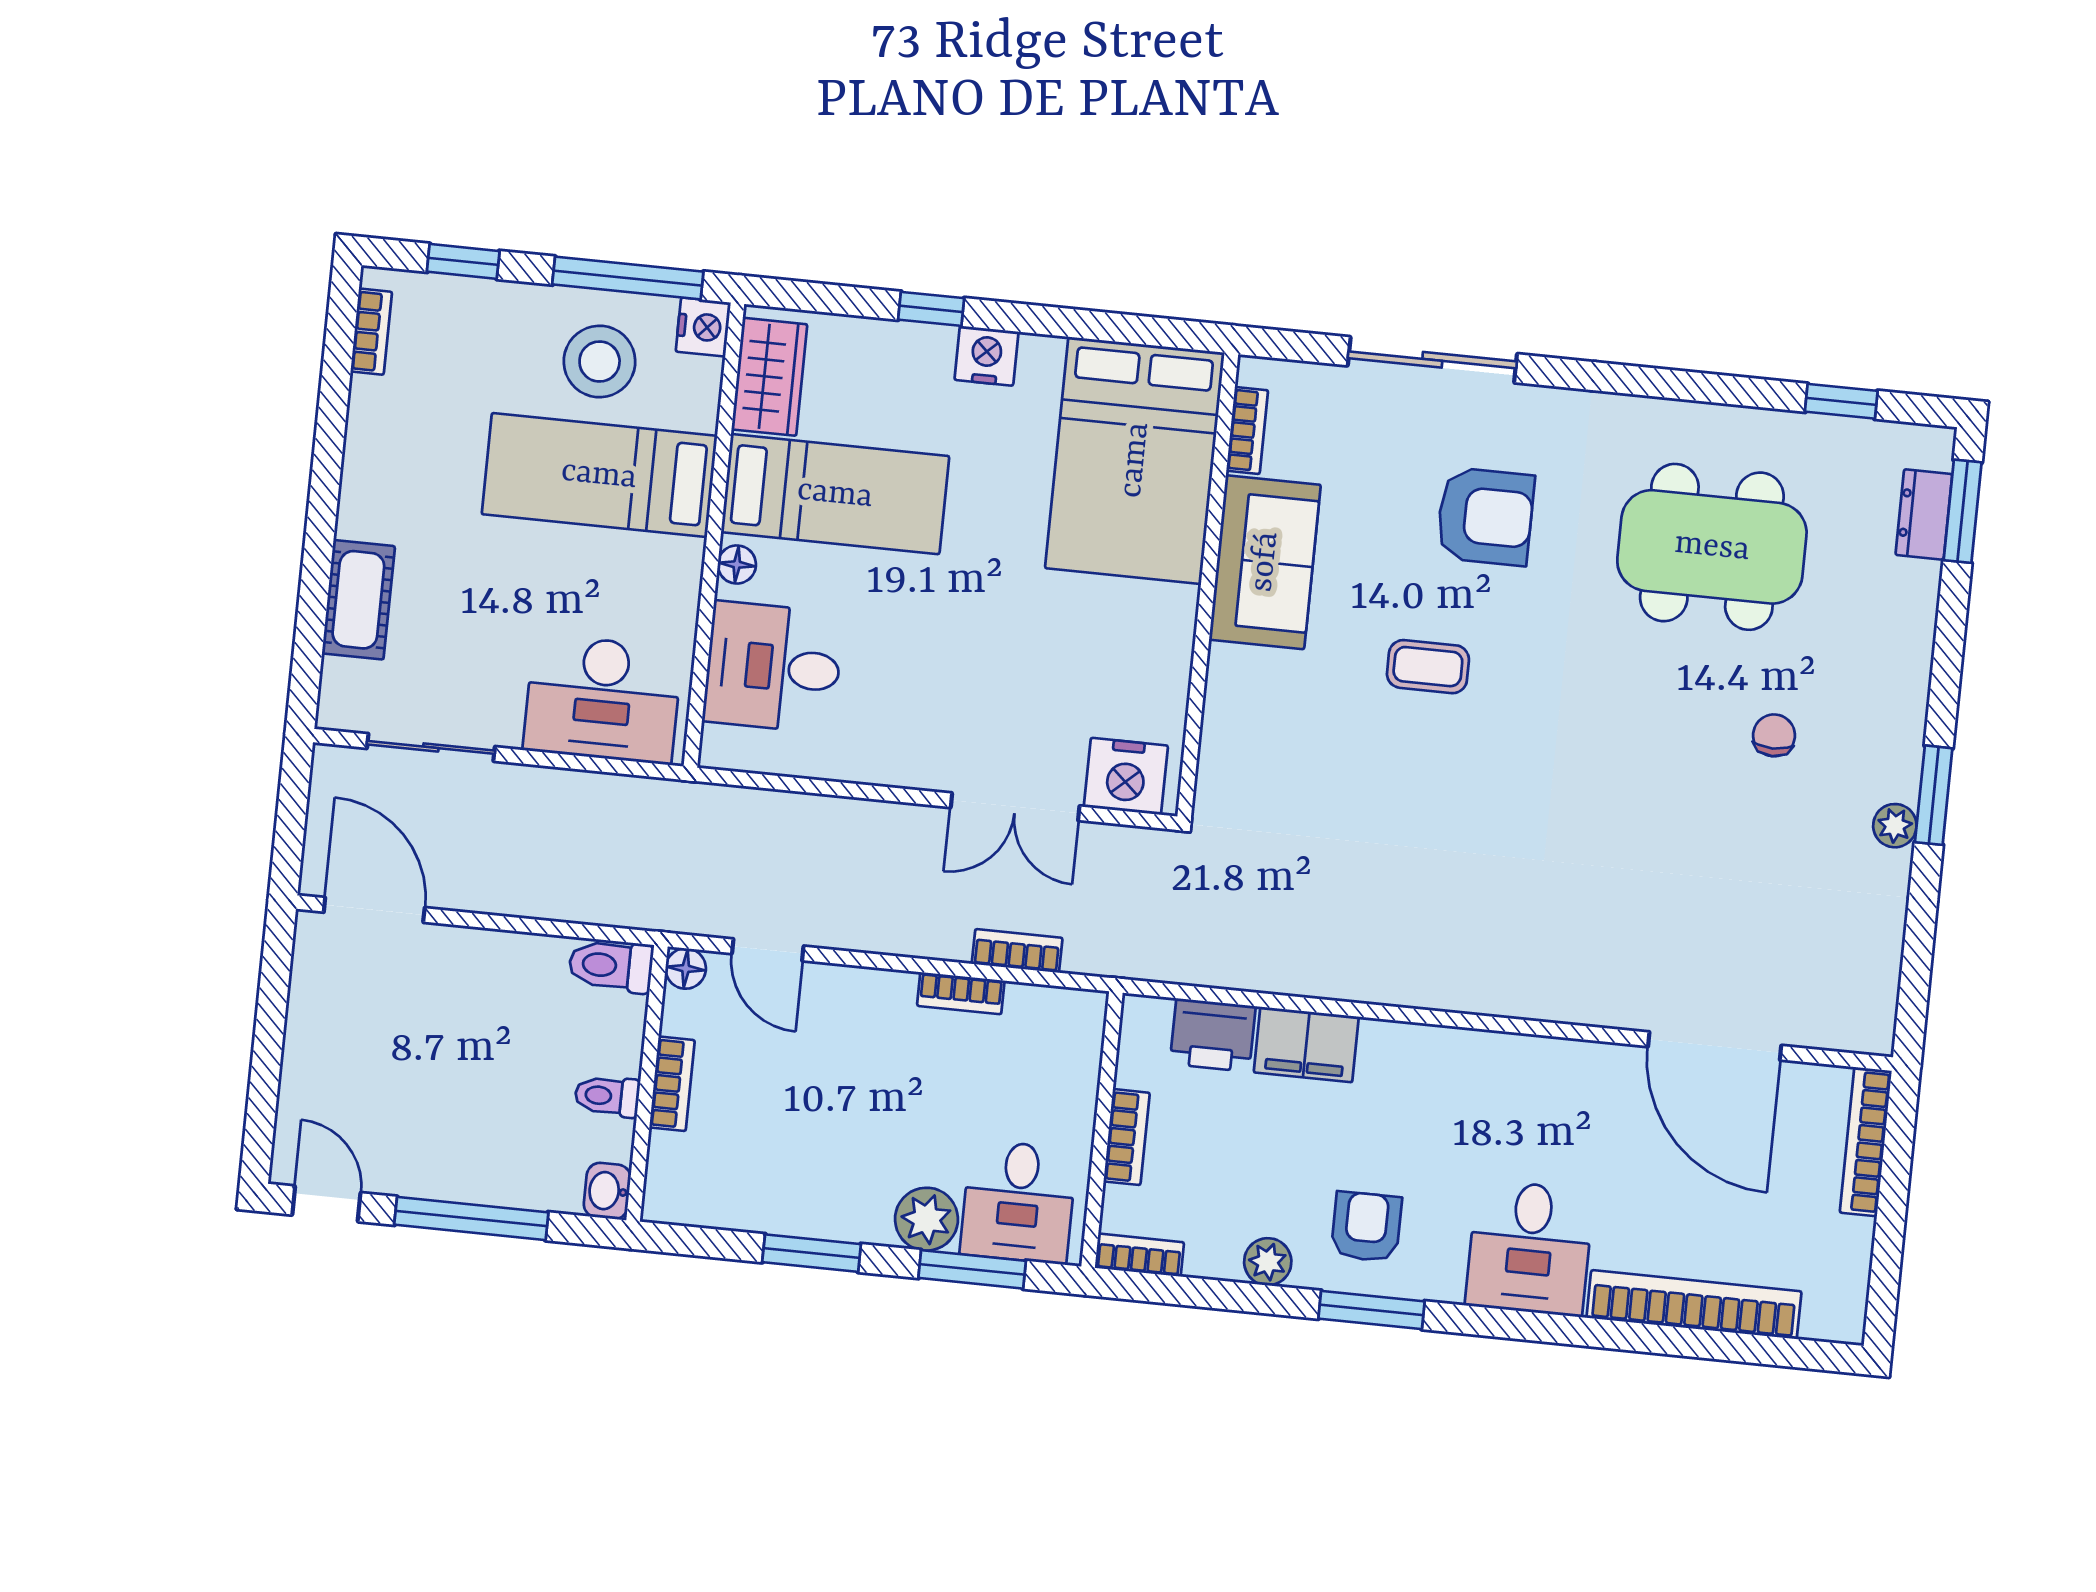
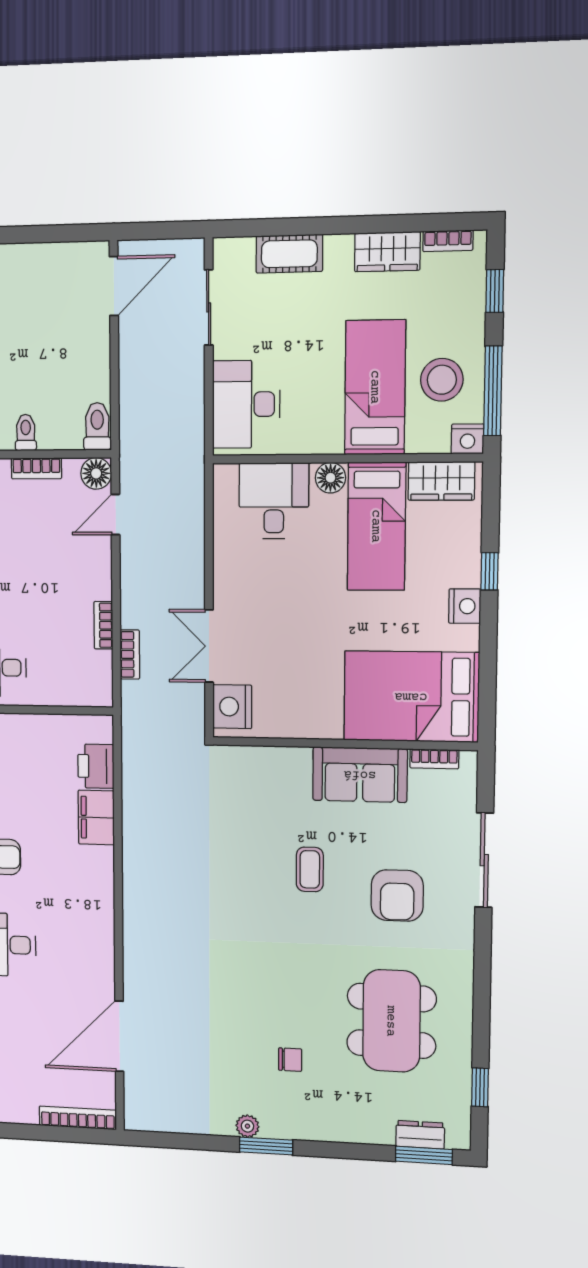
wardrobe: (376, 434) -> (387, 252), added
floor lamp: (737, 564) -> (331, 478), width x1.37, depth x1.37
floor lamp: (686, 969) -> (96, 473), width x1.37, depth x1.37
bookcase: (1127, 1137) -> (36, 724), removed

